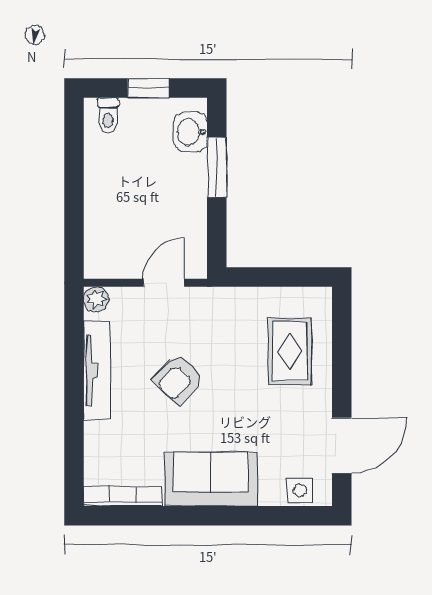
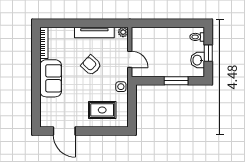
washbasin: (191, 132) -> (198, 60), moved, turned -90
side table: (300, 490) -> (121, 87), moved

